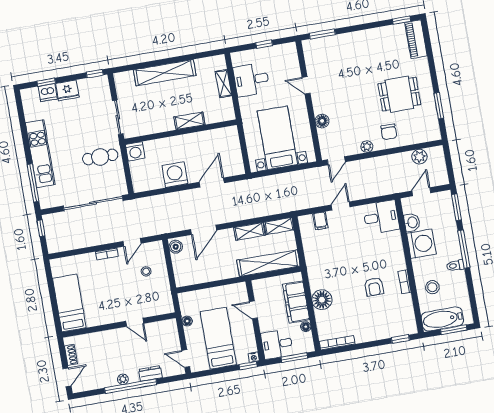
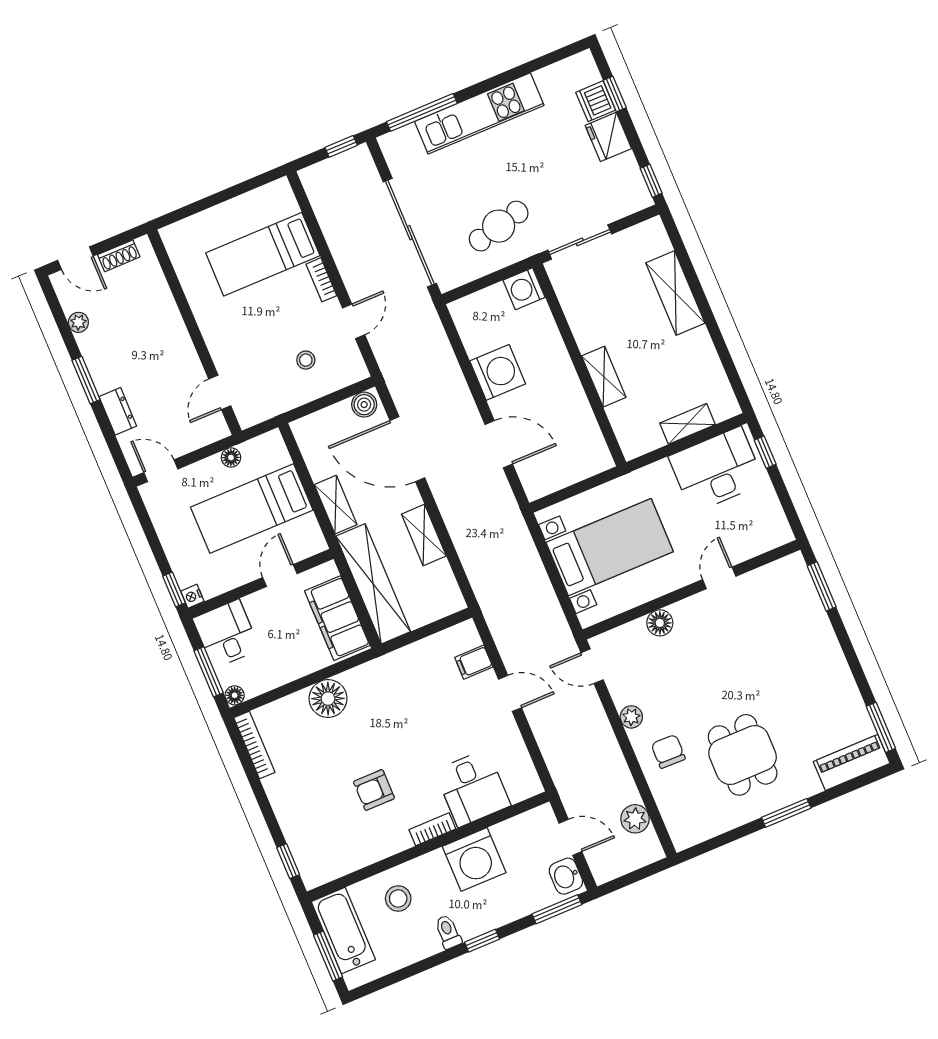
window: (401, 20) -> (881, 727), width x1.50
window: (264, 44) -> (765, 452), moved
shelving: (165, 73) -> (675, 293), width x0.68
desk: (251, 80) -> (717, 470), width x1.37
window: (439, 106) -> (786, 813), moved
chair: (389, 132) -> (668, 751), turned 91
cafe table: (100, 157) -> (499, 226), turned 76
desk: (381, 217) -> (473, 788), moved
washbasin: (412, 222) -> (566, 876), moved, turned 90
shelving: (279, 226) -> (336, 505), moved
door: (204, 230) -> (407, 449), width x1.36
door: (132, 242) -> (354, 321), swing flipped
window: (464, 249) -> (482, 941), width x0.46
bookcase: (405, 282) -> (432, 829), moved
filing cabinet: (296, 302) -> (337, 618), moved, turned -90
bed: (69, 303) -> (263, 254), moved, turned 180
door: (135, 322) -> (220, 392), moved
floor lamp: (306, 327) -> (235, 695), moved
bed: (218, 338) -> (252, 509), moved, turned 180
door: (186, 359) -> (161, 471), hinge flipped
plant: (123, 379) -> (78, 322), moved
window: (131, 386) -> (86, 380), width x0.47

